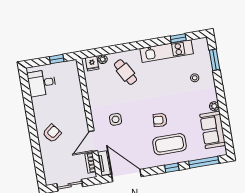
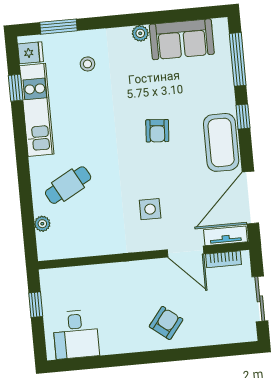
fridge: (92, 63) -> (31, 53), moved
armchair: (52, 133) -> (166, 323), turned 75
coffee table: (169, 144) -> (221, 142), moved

